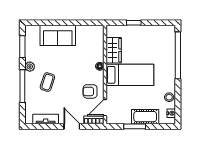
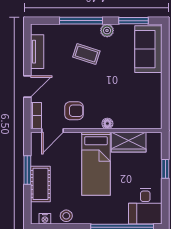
sofa: (58, 35) -> (148, 49), moved
desk: (162, 38) -> (145, 206), added
armchair: (90, 91) -> (74, 111), turned 90
door: (105, 108) -> (53, 131), swing flipped

